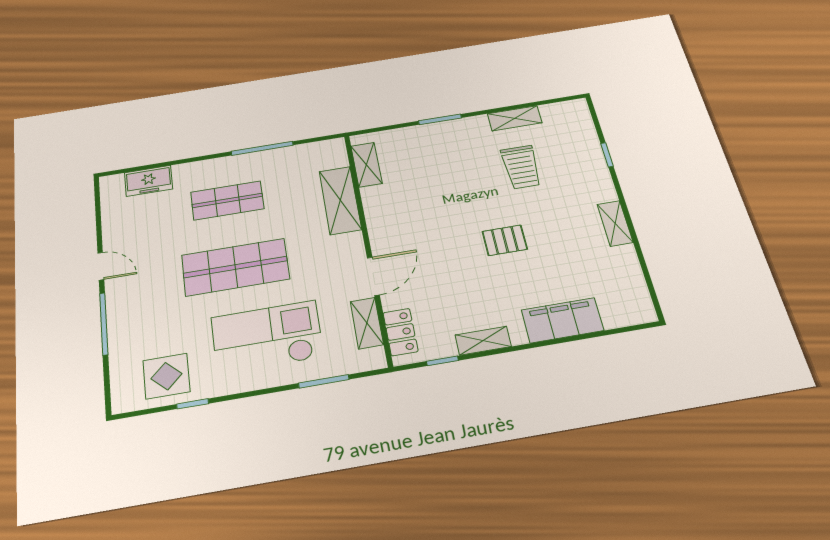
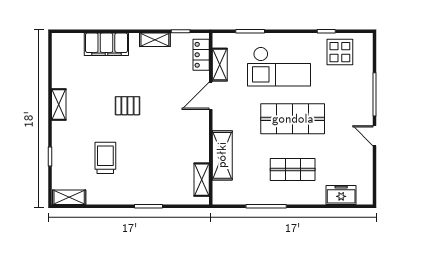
shelving: (515, 118) -> (69, 197), moved

